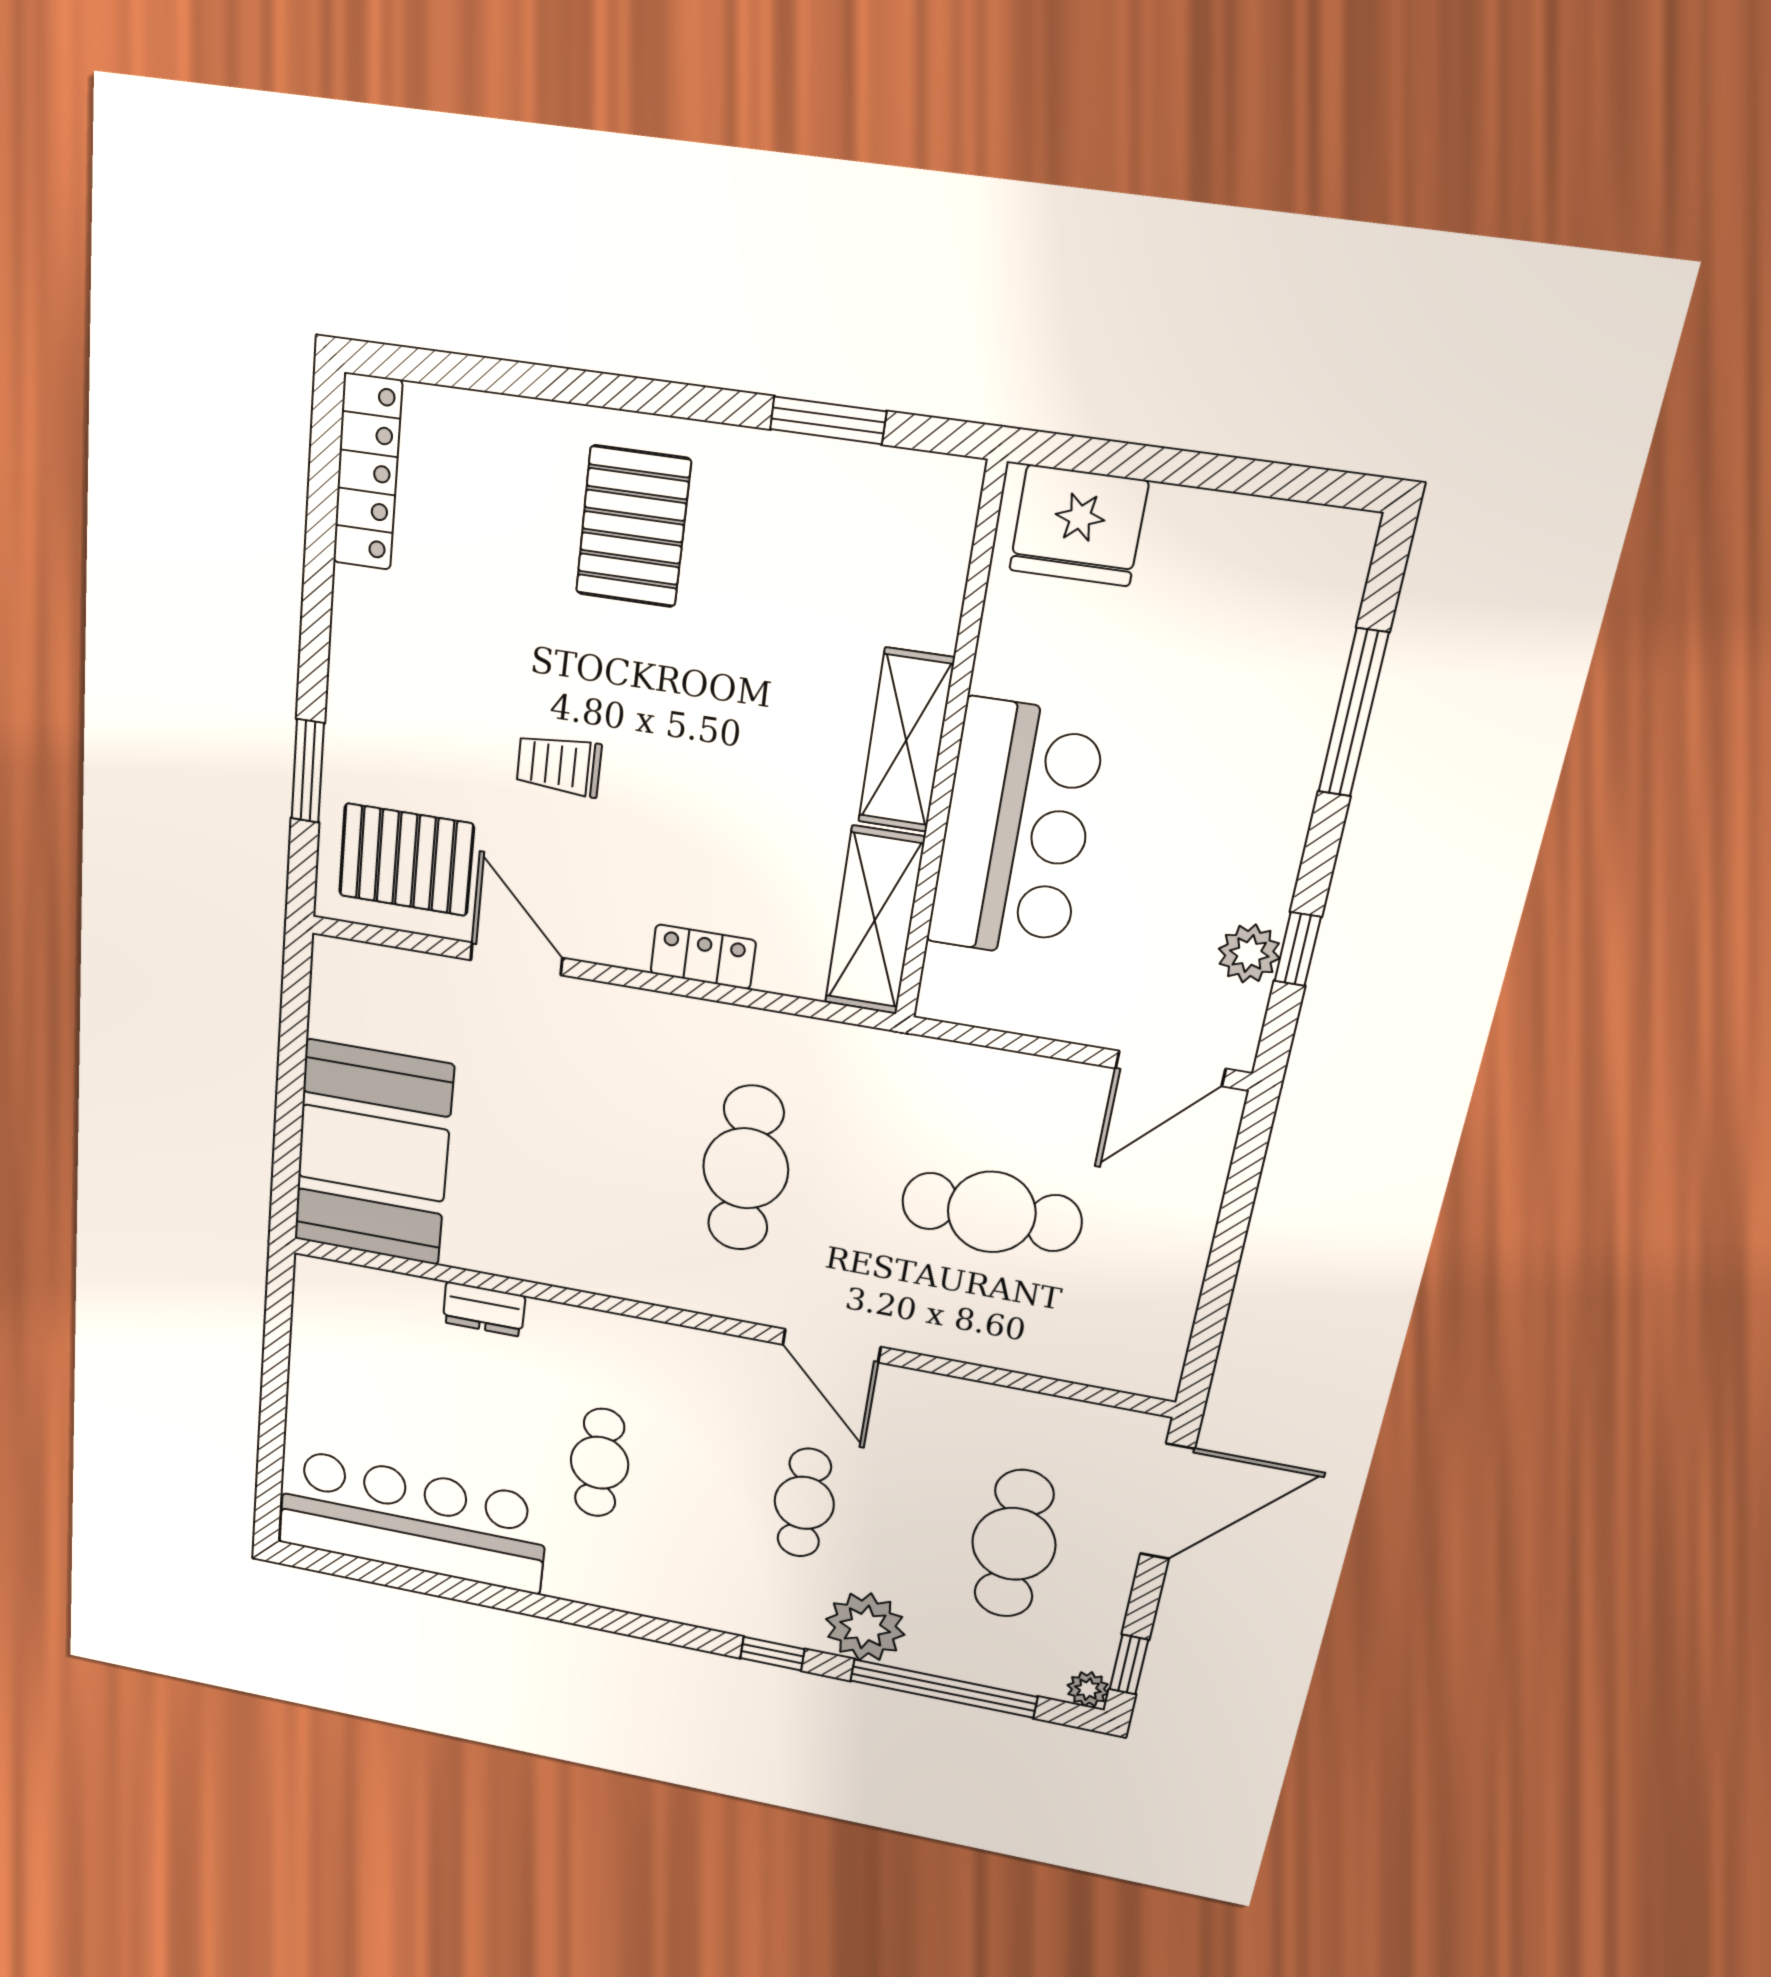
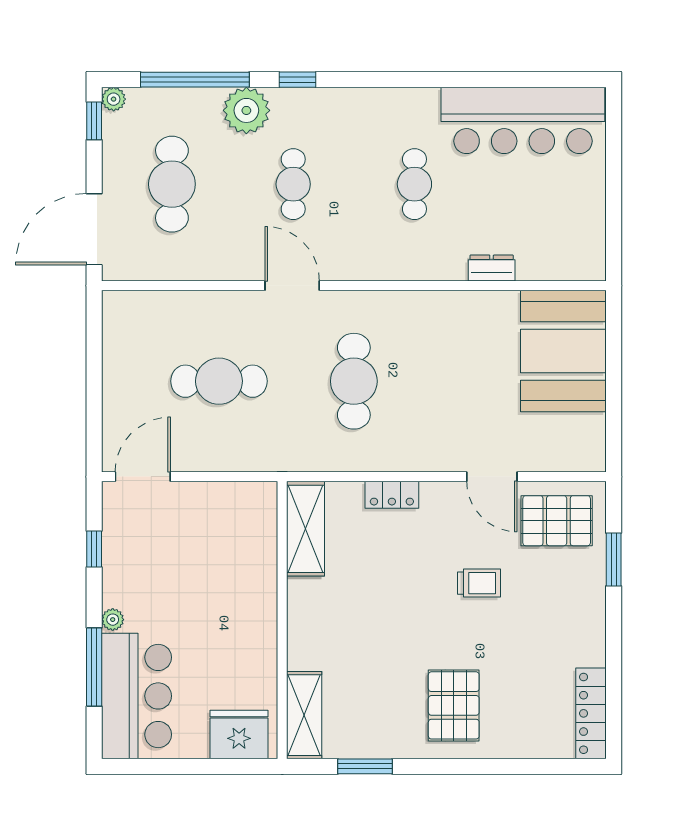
shelving: (906, 740) -> (304, 715), moved
bar counter: (1015, 831) -> (136, 696), moved, turned 180
plant: (1249, 954) -> (113, 620), moved, width x0.73, depth x0.73

